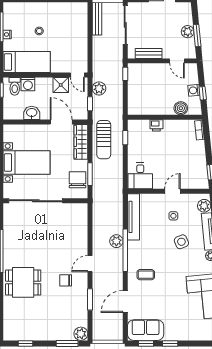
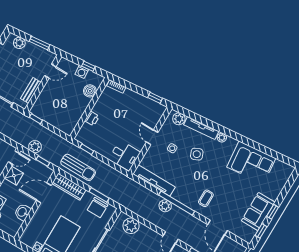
plant: (188, 32) -> (19, 43), moved
chair: (77, 180) -> (98, 208), turned -90
plant: (79, 221) -> (131, 226), added
sofa: (146, 330) -> (258, 211), moved

